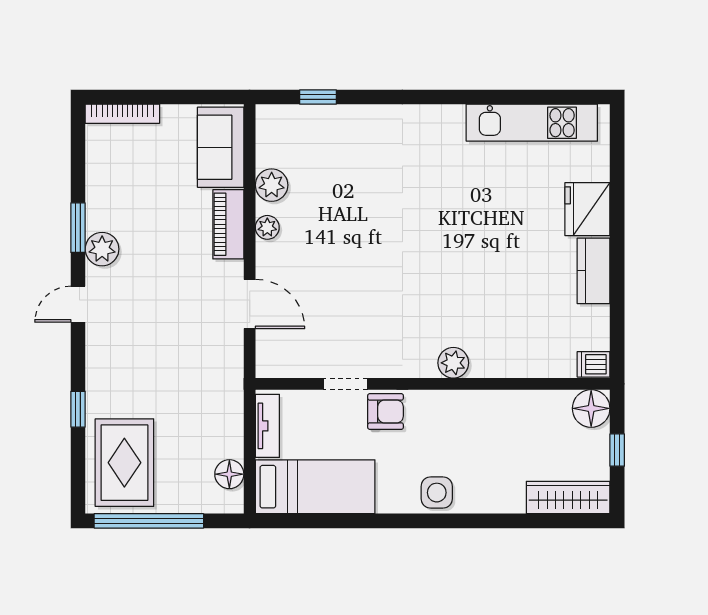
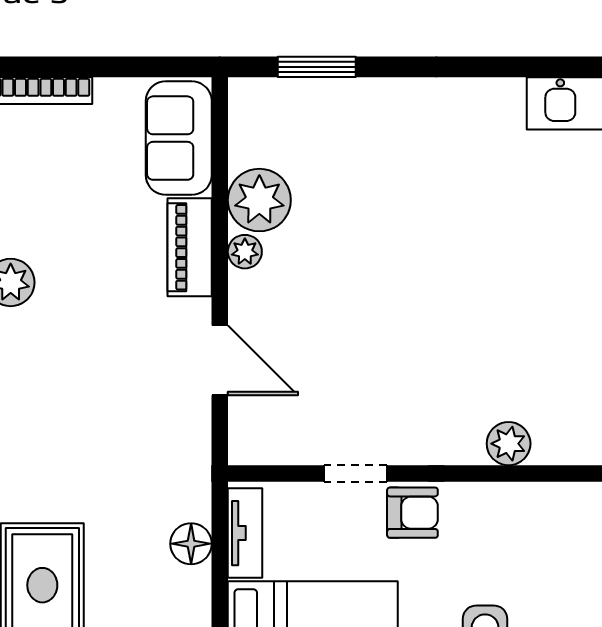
window: (318, 97) -> (317, 67), width x1.50
plant: (272, 185) -> (259, 200), width x1.36, depth x1.36
floor lamp: (229, 474) -> (191, 544), moved

